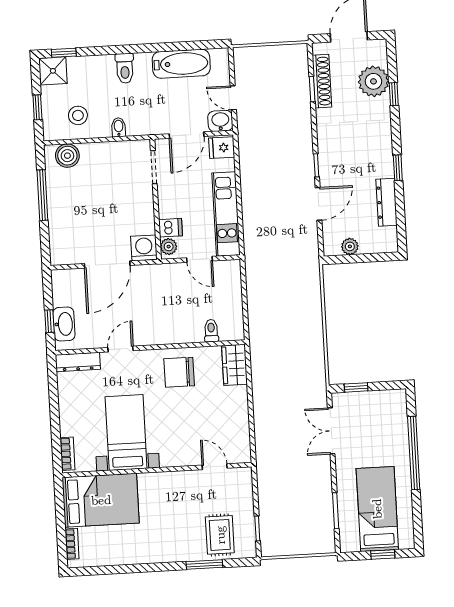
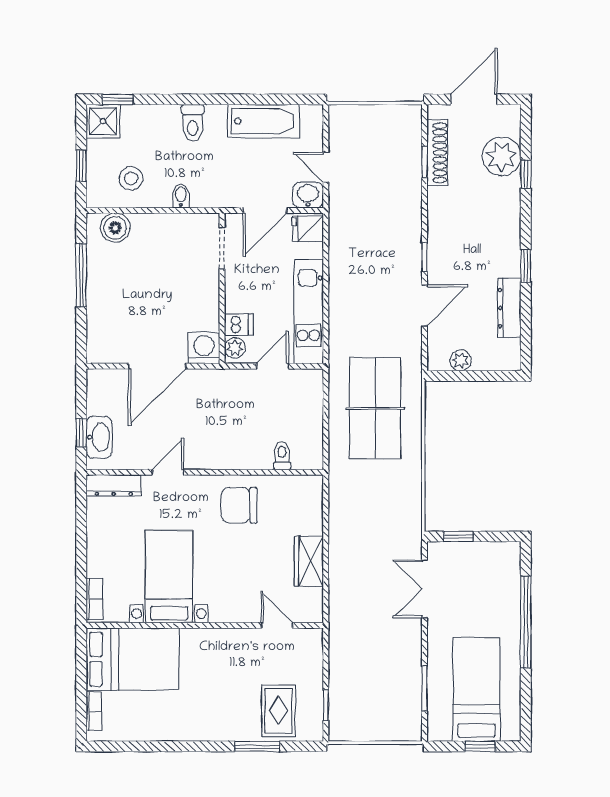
door: (200, 259) -> (272, 366), swing flipped
table tennis table: (284, 288) -> (375, 408), added
wardrobe: (234, 365) -> (309, 561), moved

